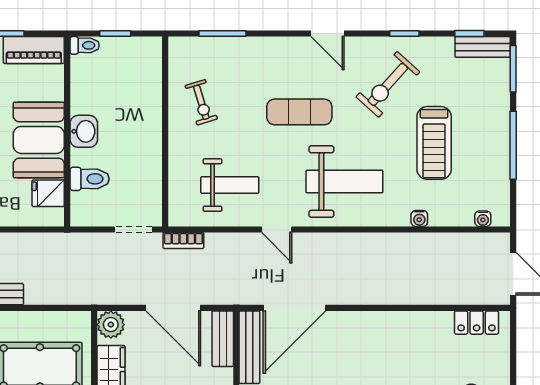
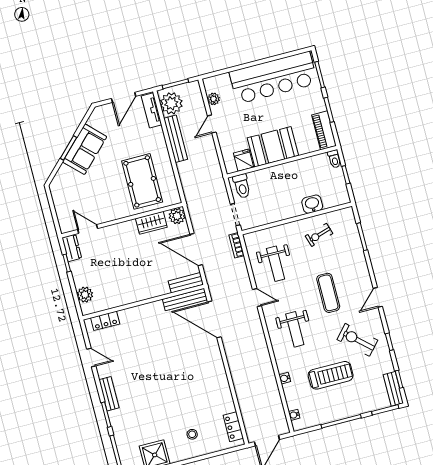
washbasin: (84, 131) -> (312, 204), moved, turned 180
treadmill: (434, 143) -> (331, 375), turned 180
toilet: (90, 179) -> (242, 186), moved
weight bench: (344, 182) -> (295, 329), width x0.73, depth x0.75
door: (277, 230) -> (257, 297), swing flipped
door: (173, 308) -> (196, 250), hinge flipped

